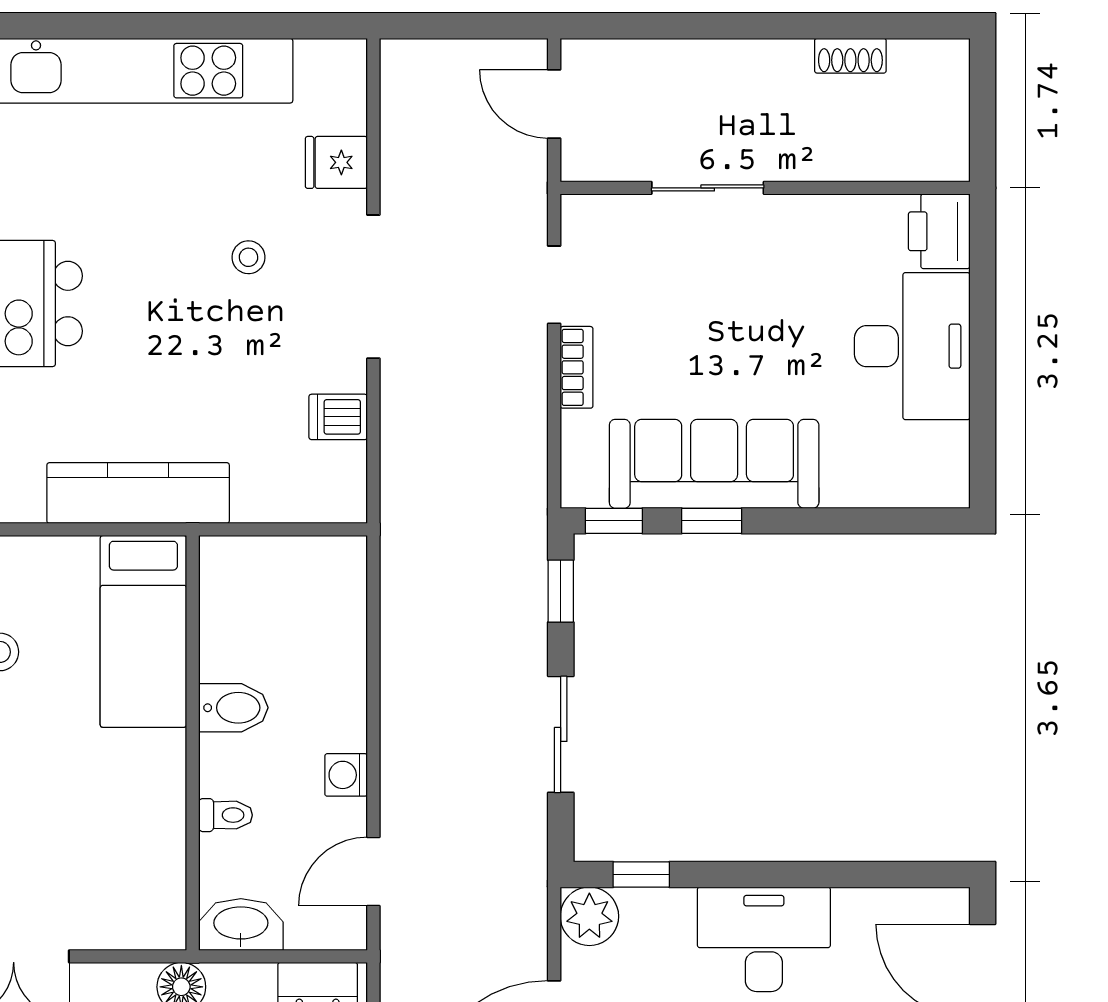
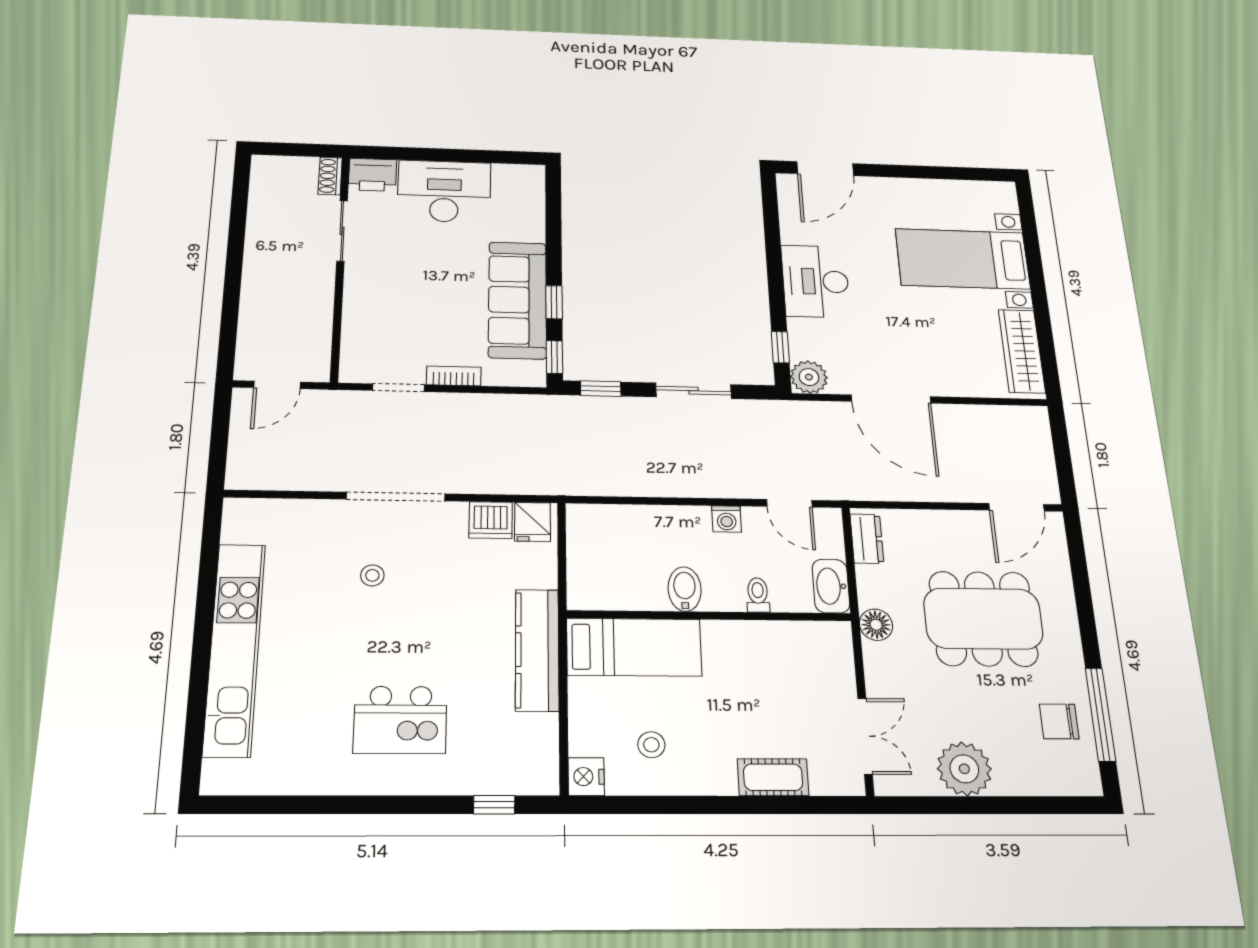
shoe rack: (850, 56) -> (330, 176), moved, turned 180
fridge: (336, 162) -> (532, 522), moved
sliding door: (708, 188) -> (342, 231), moved
dishwasher: (338, 417) -> (491, 520), width x1.38

